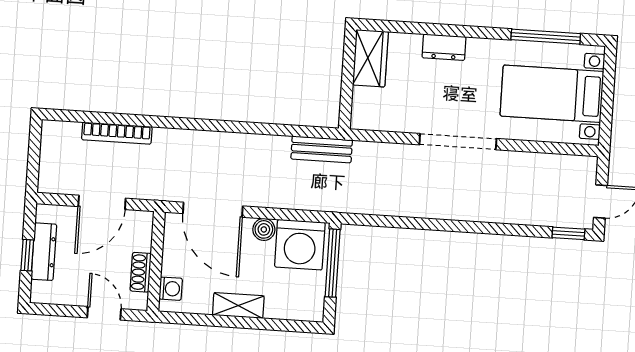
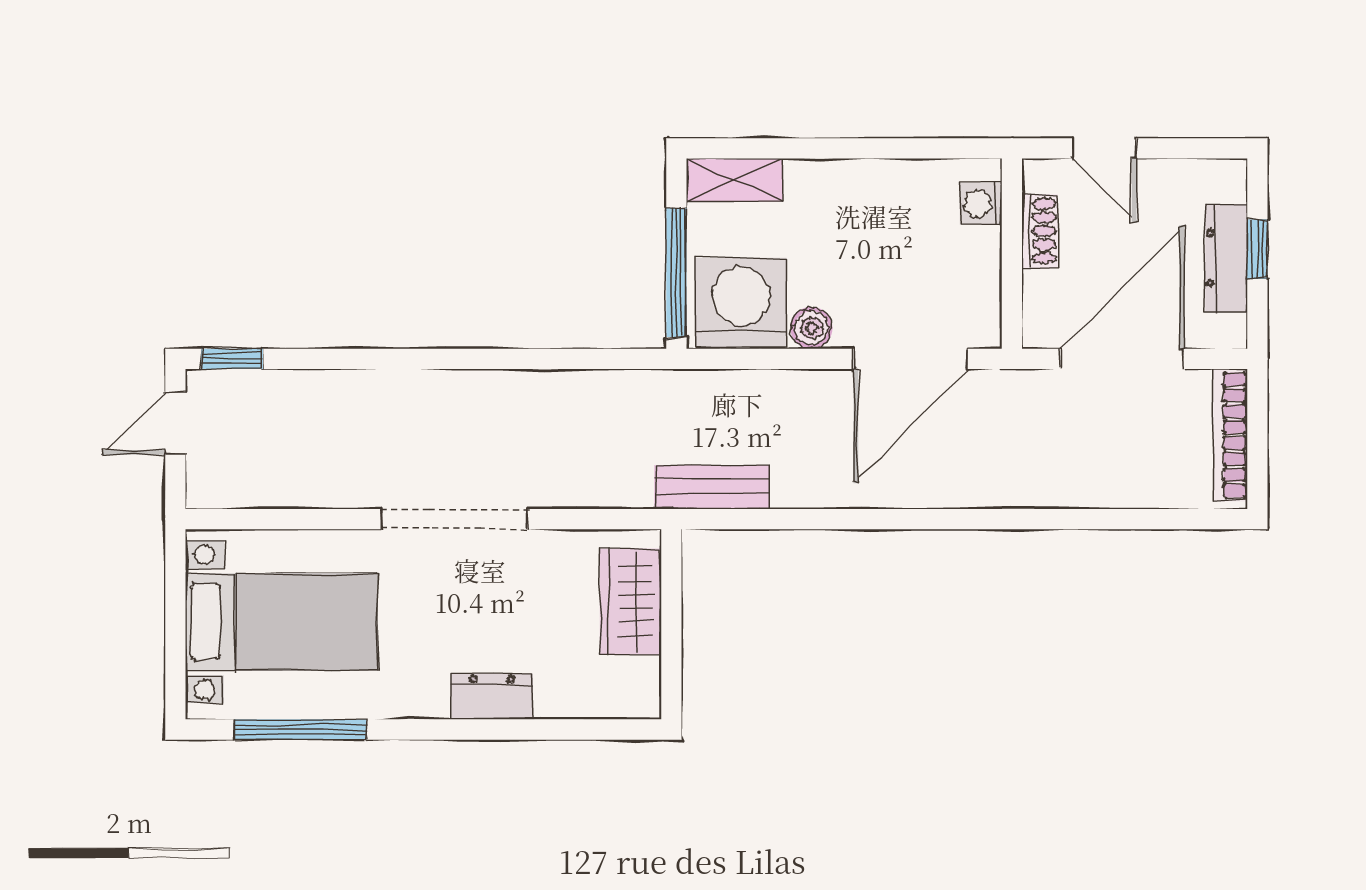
wardrobe: (370, 58) -> (631, 602), moved
bookcase: (117, 133) -> (1230, 435), moved, turned -90
door: (102, 202) -> (1122, 359), width x1.36
door: (213, 210) -> (911, 359), swing flipped
shelving: (238, 306) -> (734, 180), moved

